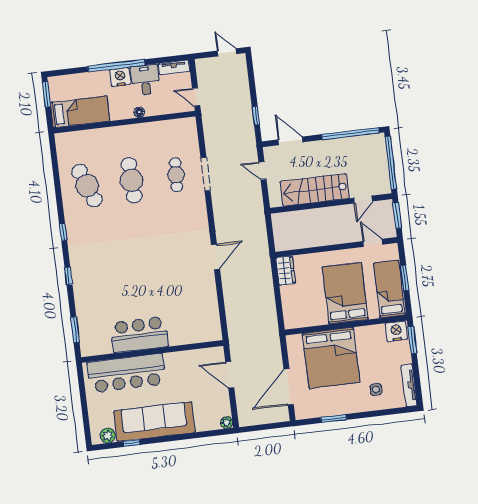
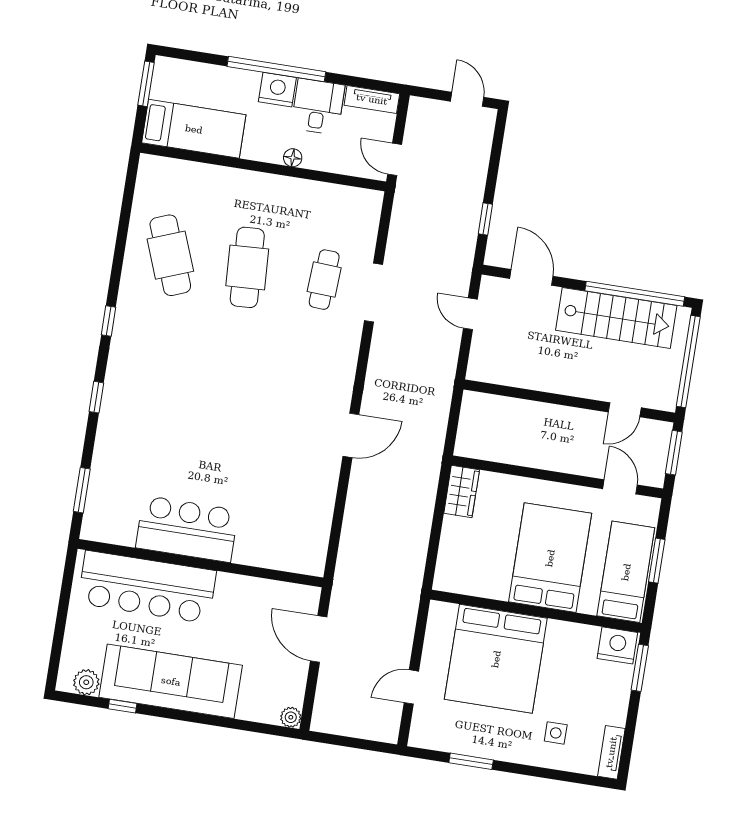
stairs: (315, 190) -> (616, 318), moved, turned 180
tv unit: (409, 385) -> (611, 752), width x0.71
door: (289, 387) -> (411, 687), width x0.53

